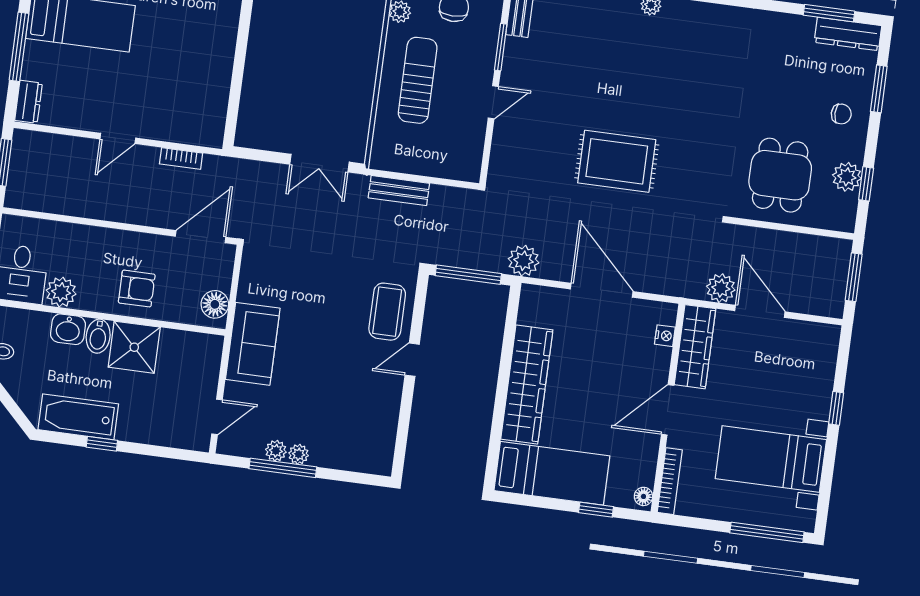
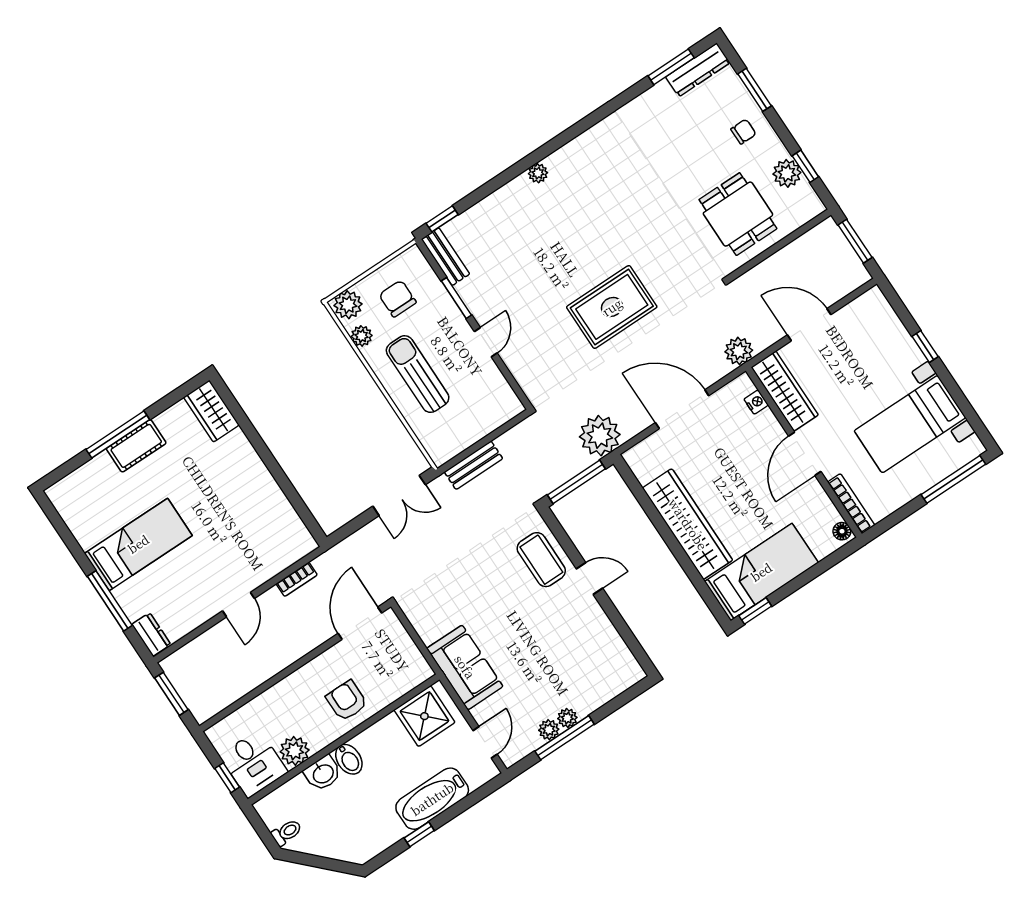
plant: (524, 261) -> (600, 436), width x1.36, depth x1.36
plant: (721, 288) -> (739, 351), moved
armchair: (137, 289) -> (347, 701), turned -90
floor lamp: (215, 304) -> (413, 663), removed
shower: (134, 347) -> (424, 716), moved
door: (412, 360) -> (589, 578), swing flipped
bathtub: (78, 417) -> (432, 799), moved
window: (596, 510) -> (755, 611), moved

